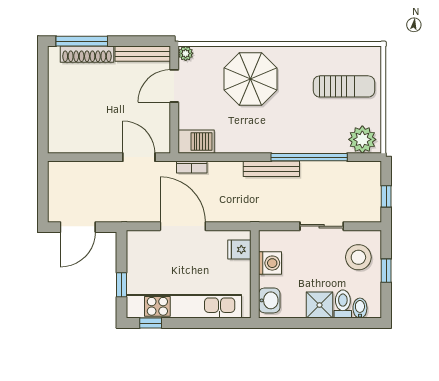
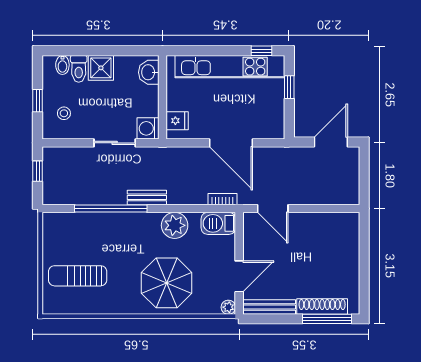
plant: (362, 139) -> (175, 225), moved
bench: (271, 169) -> (147, 197), width x0.73
sliding door: (322, 226) -> (115, 143), moved
stool: (358, 257) -> (64, 113), width x0.53, depth x0.53
washing machine: (270, 263) -> (148, 128), moved

